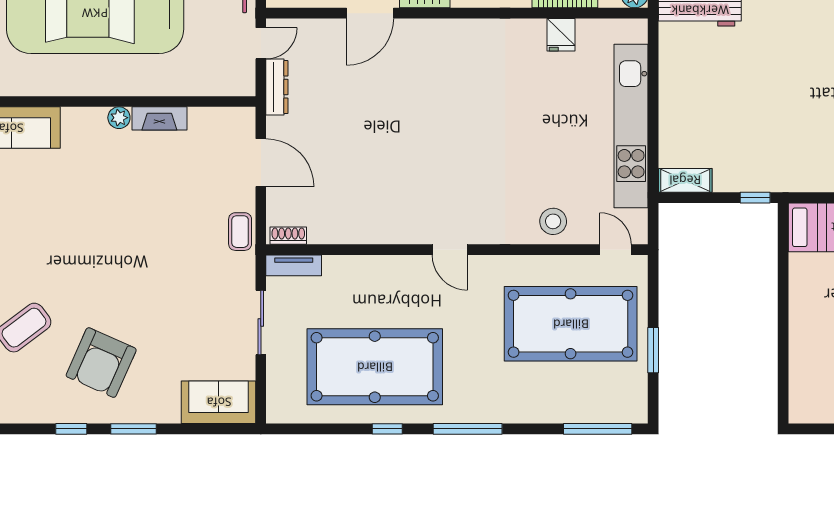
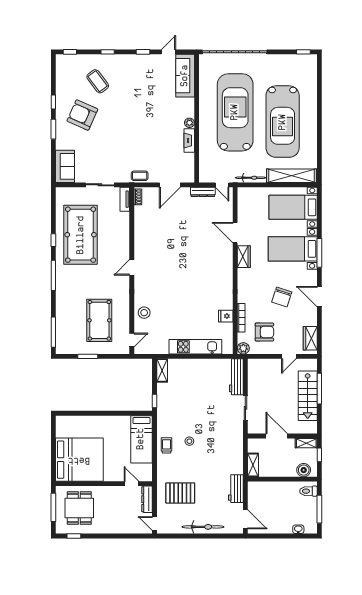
kitchen unit: (631, 126) -> (195, 347), width x0.73
pool table: (571, 324) -> (99, 320), width x0.73, depth x0.76

